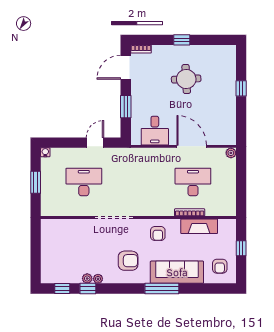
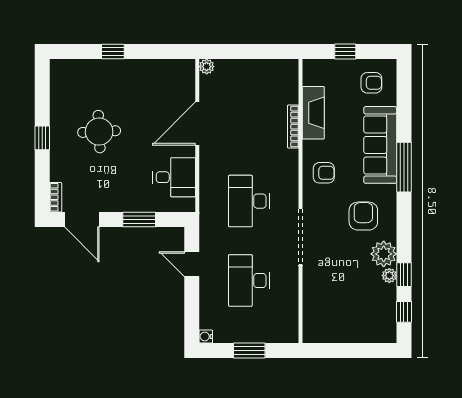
desk: (193, 182) -> (249, 201), moved
plant: (98, 279) -> (384, 254), width x1.88, depth x1.88

